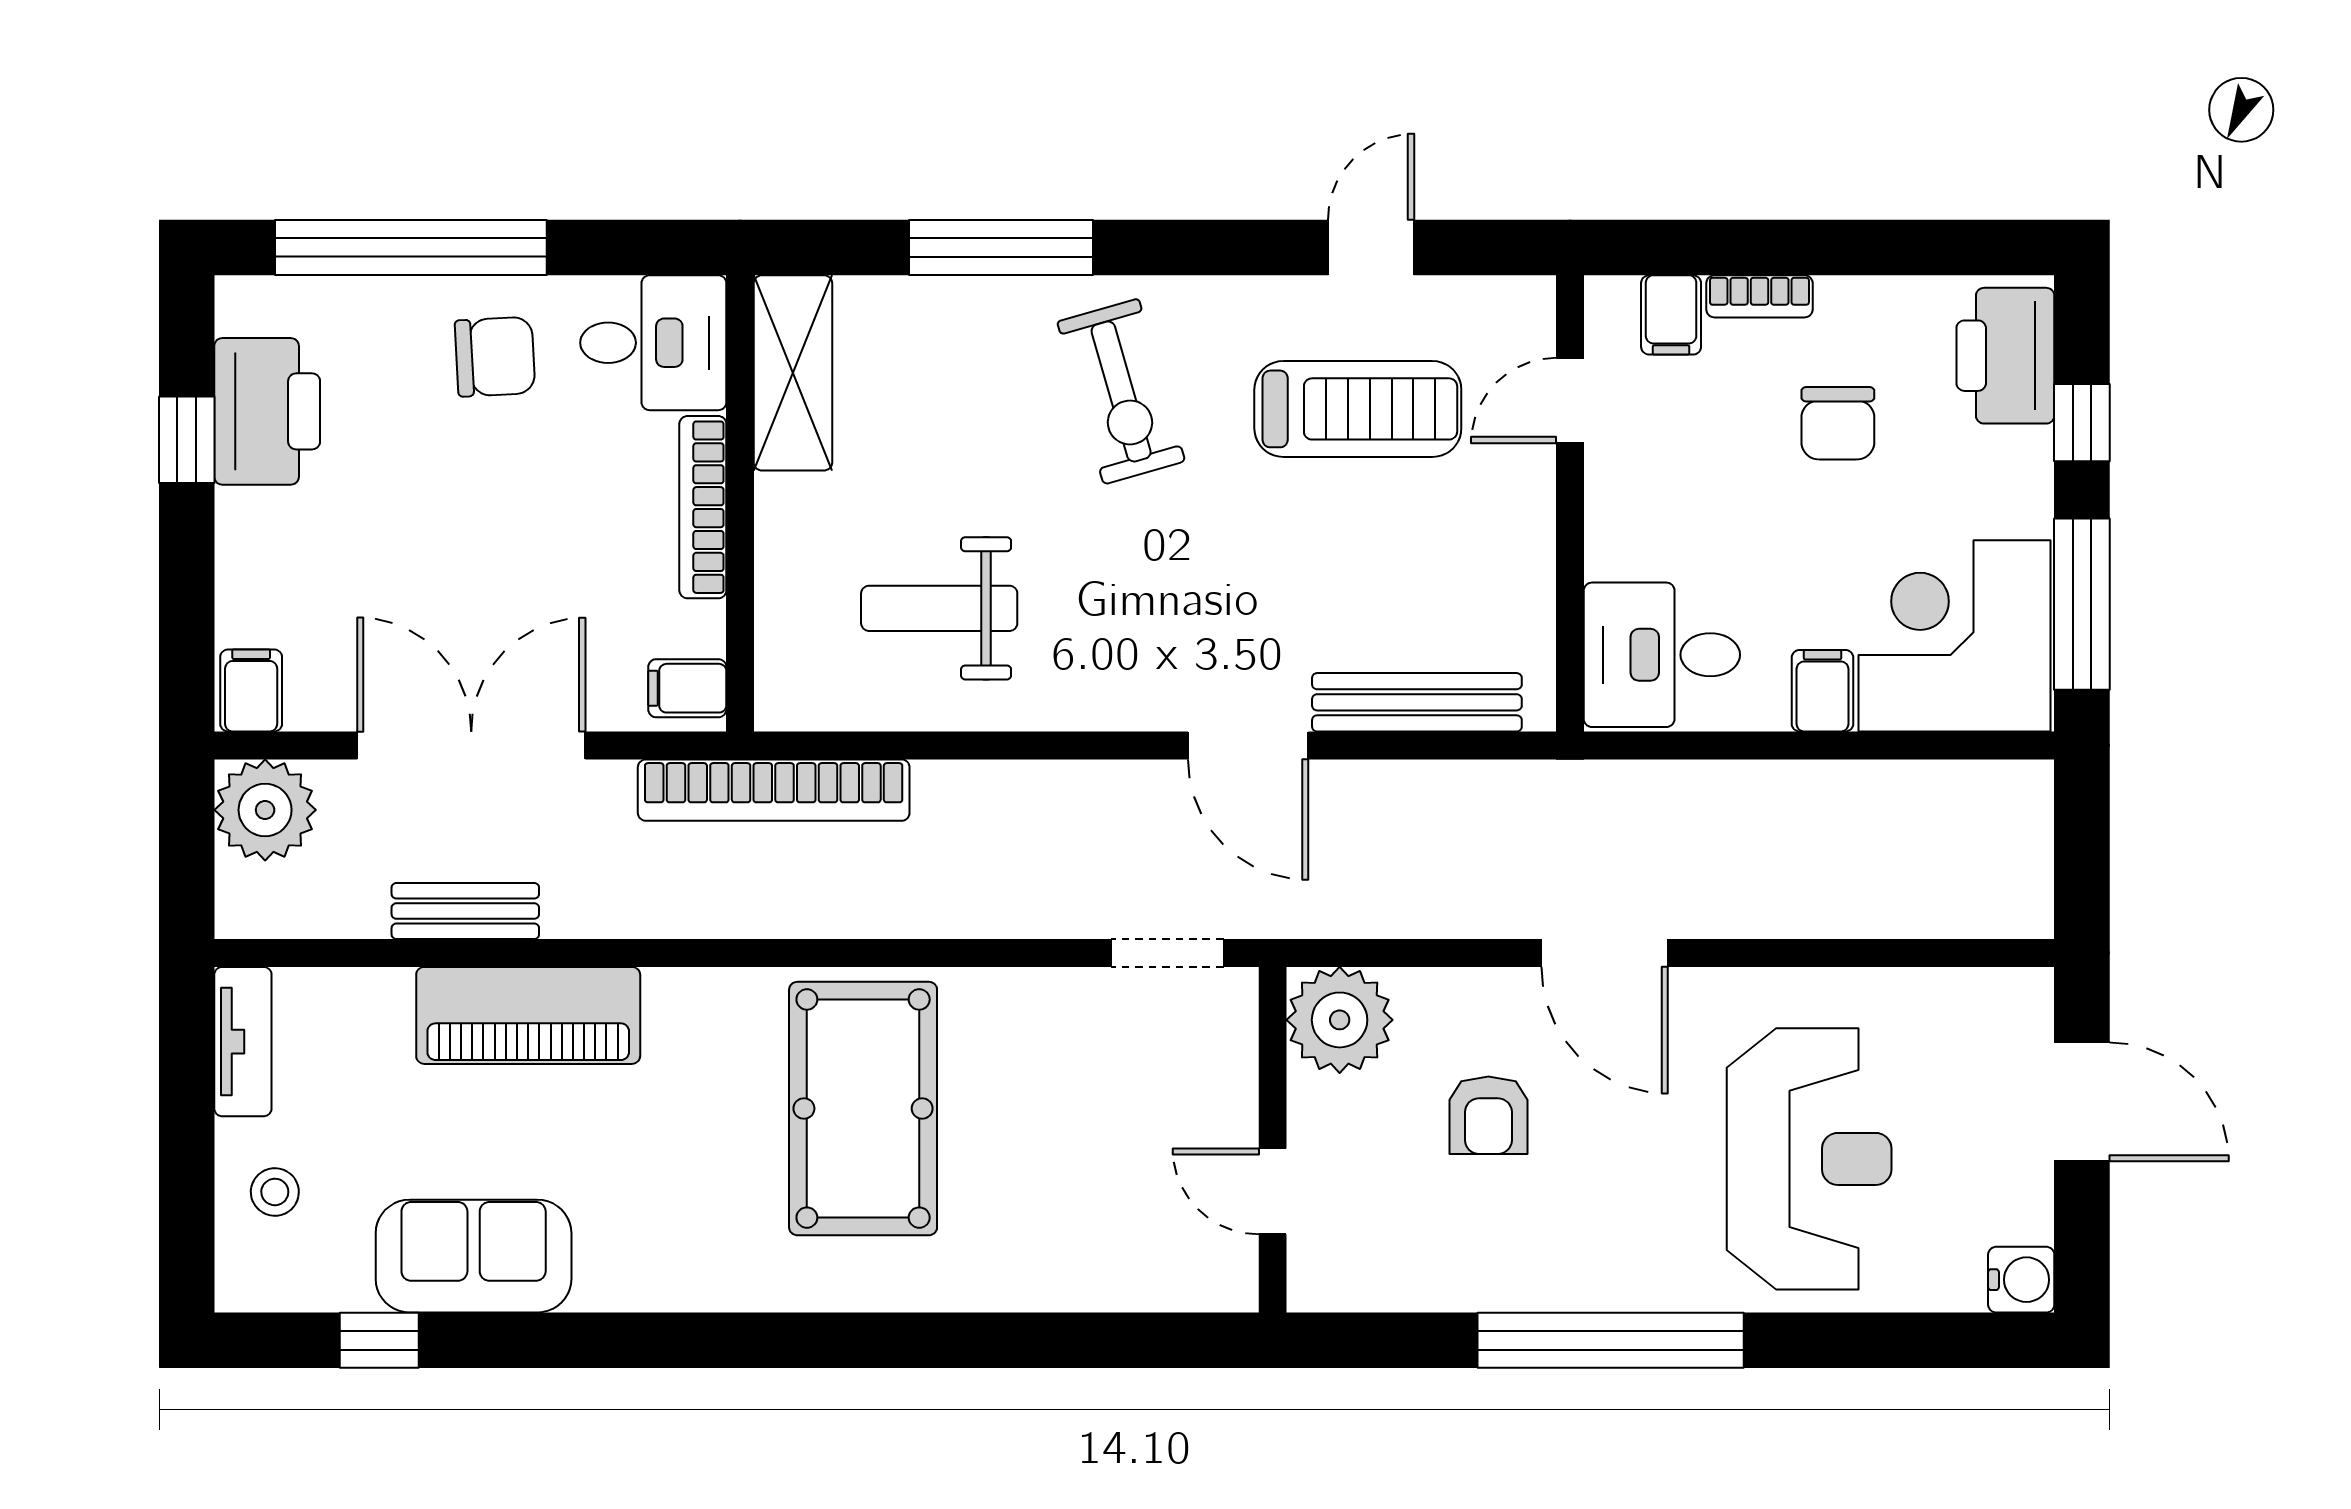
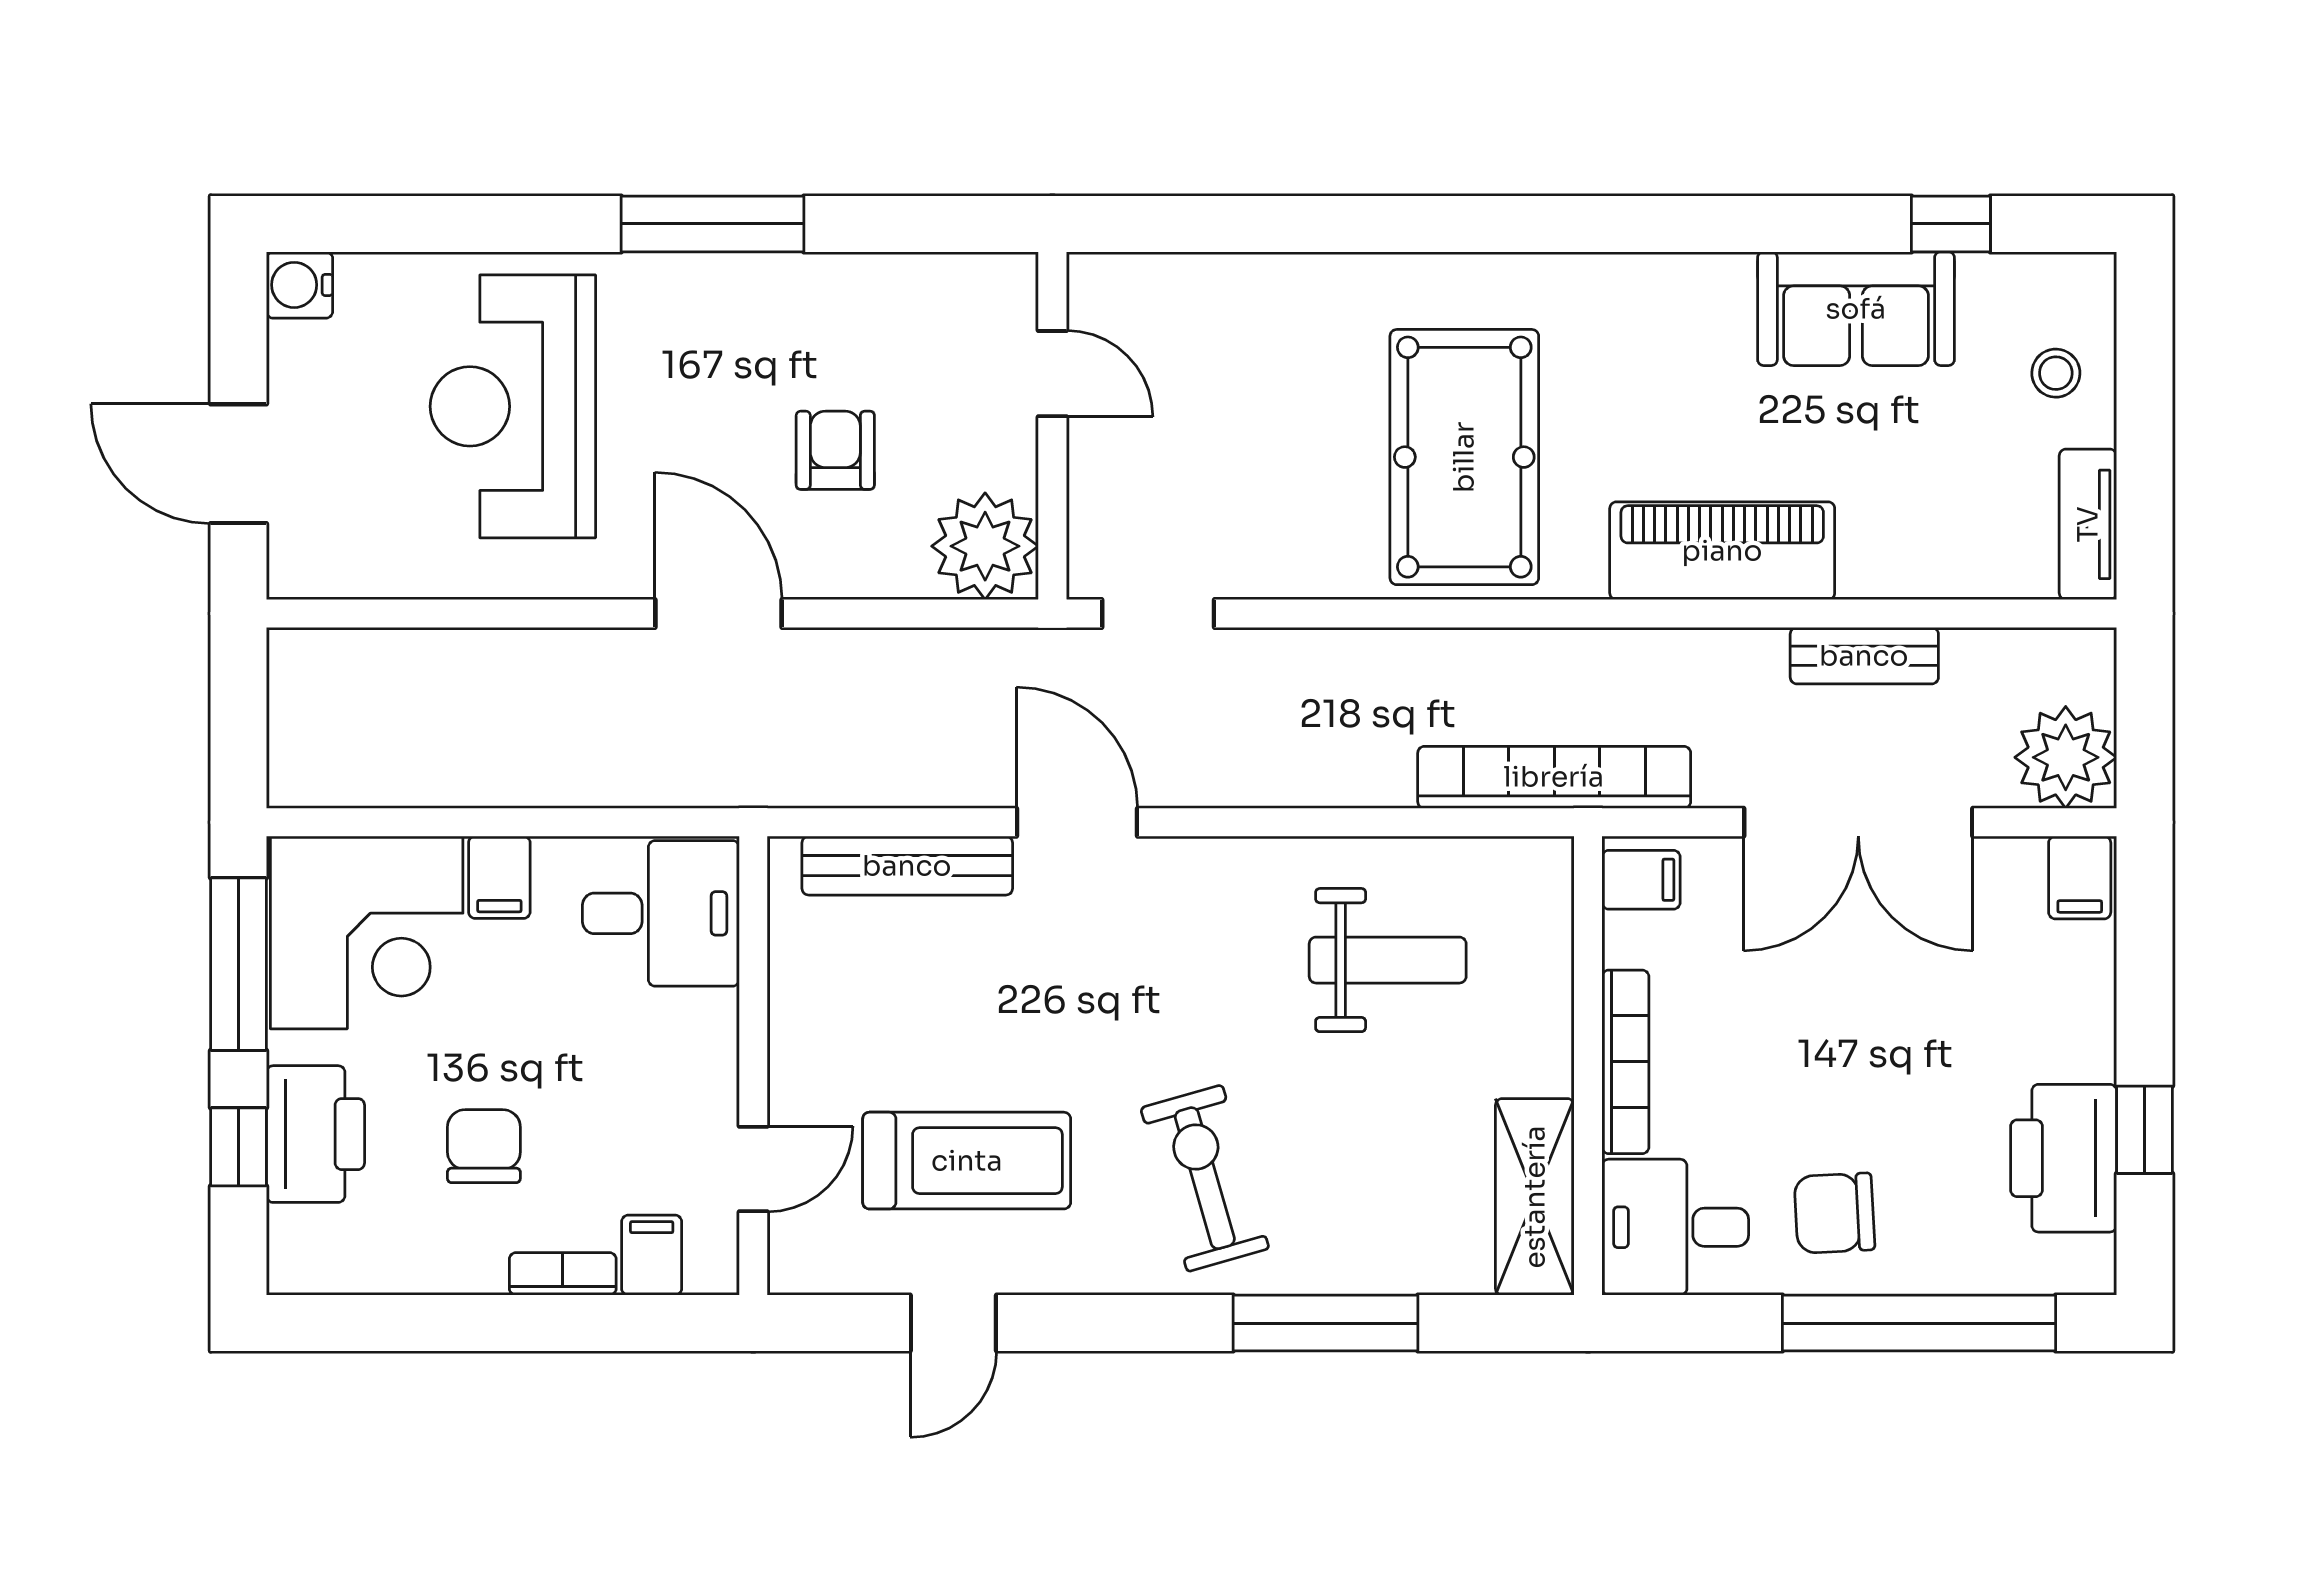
printer: (2005, 356) -> (315, 1134), moved
treadmill: (1358, 409) -> (967, 1161), turned 180
piano: (528, 1015) -> (1722, 551), moved
window: (1611, 1340) -> (712, 224), width x0.68

